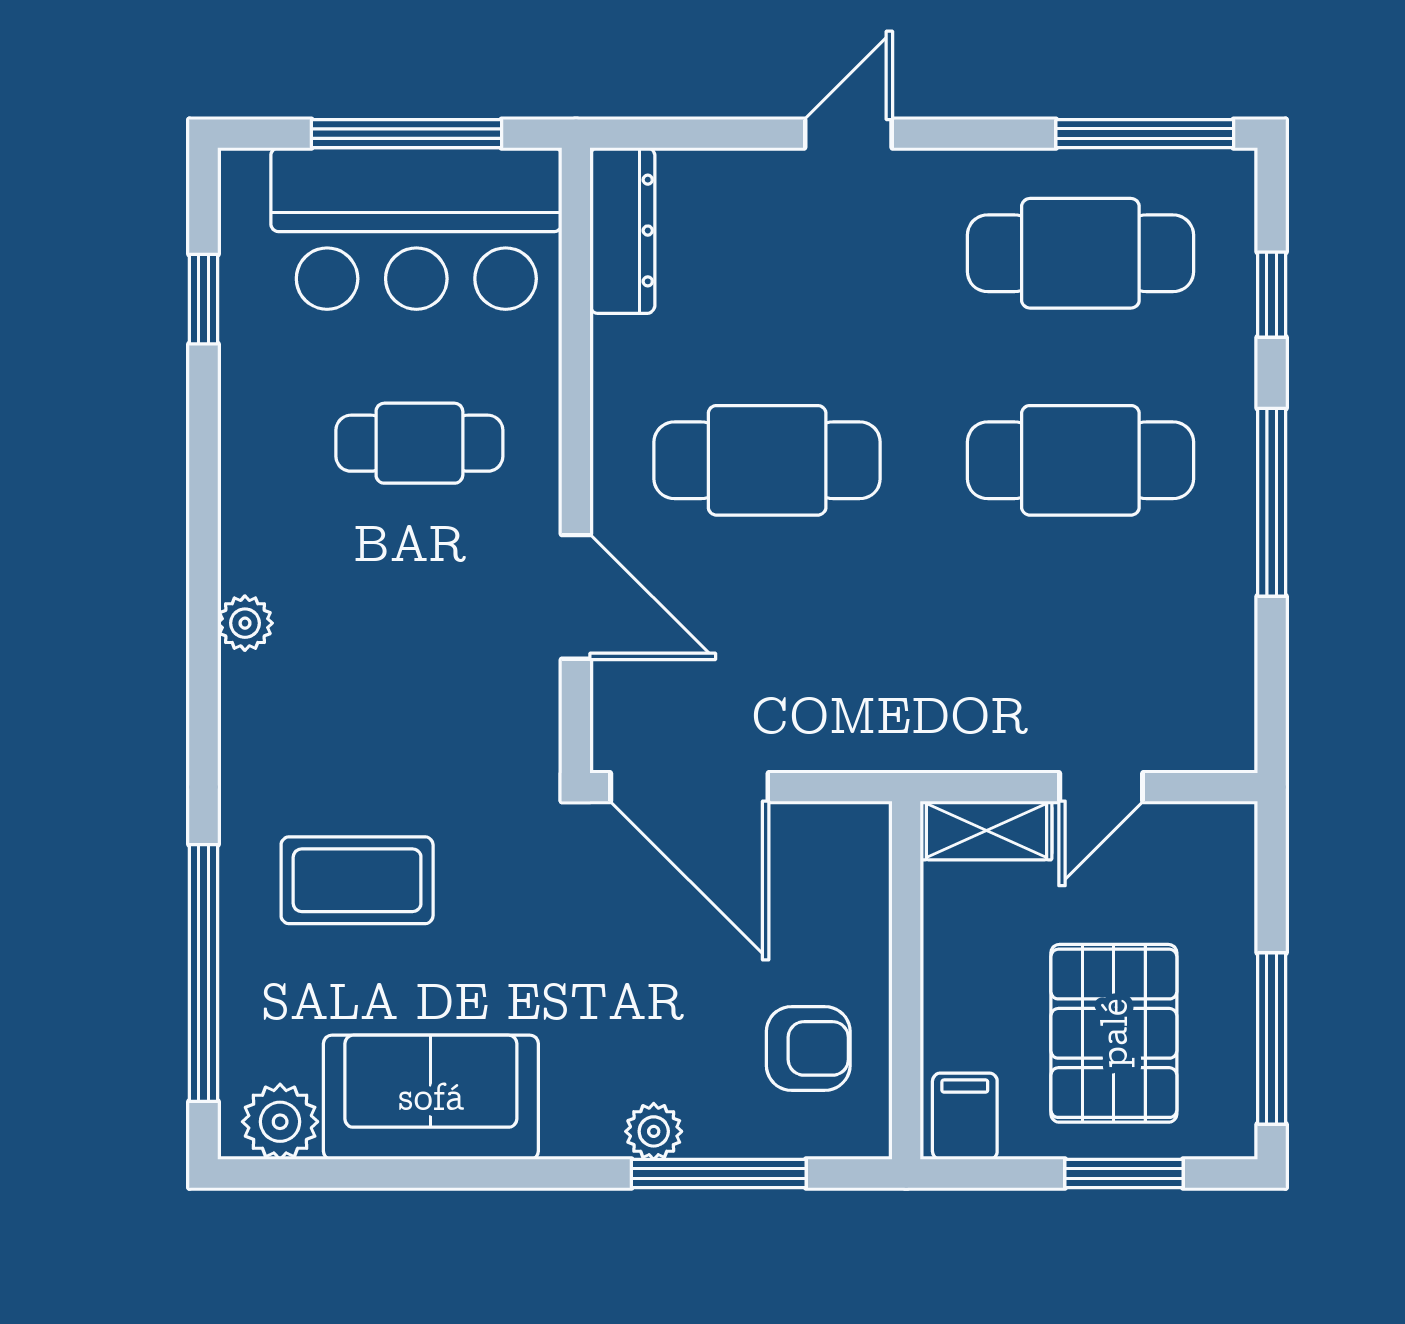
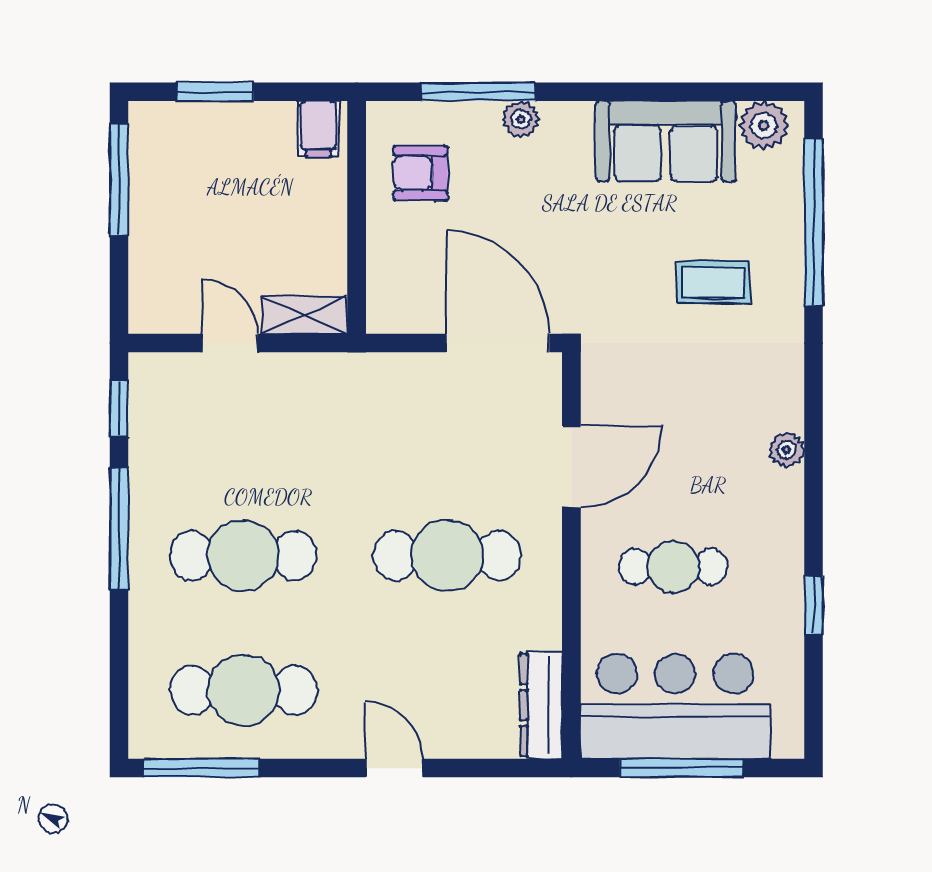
door: (848, 134) -> (394, 768), swing flipped
window: (1272, 295) -> (119, 409), moved
window: (204, 299) -> (814, 605), moved
door: (576, 597) -> (571, 467), swing flipped
door: (1101, 787) -> (230, 343), hinge flipped
coffee table: (357, 880) -> (714, 282), width x0.73, depth x0.77
pallet: (1114, 1033) -> (222, 183), removed

